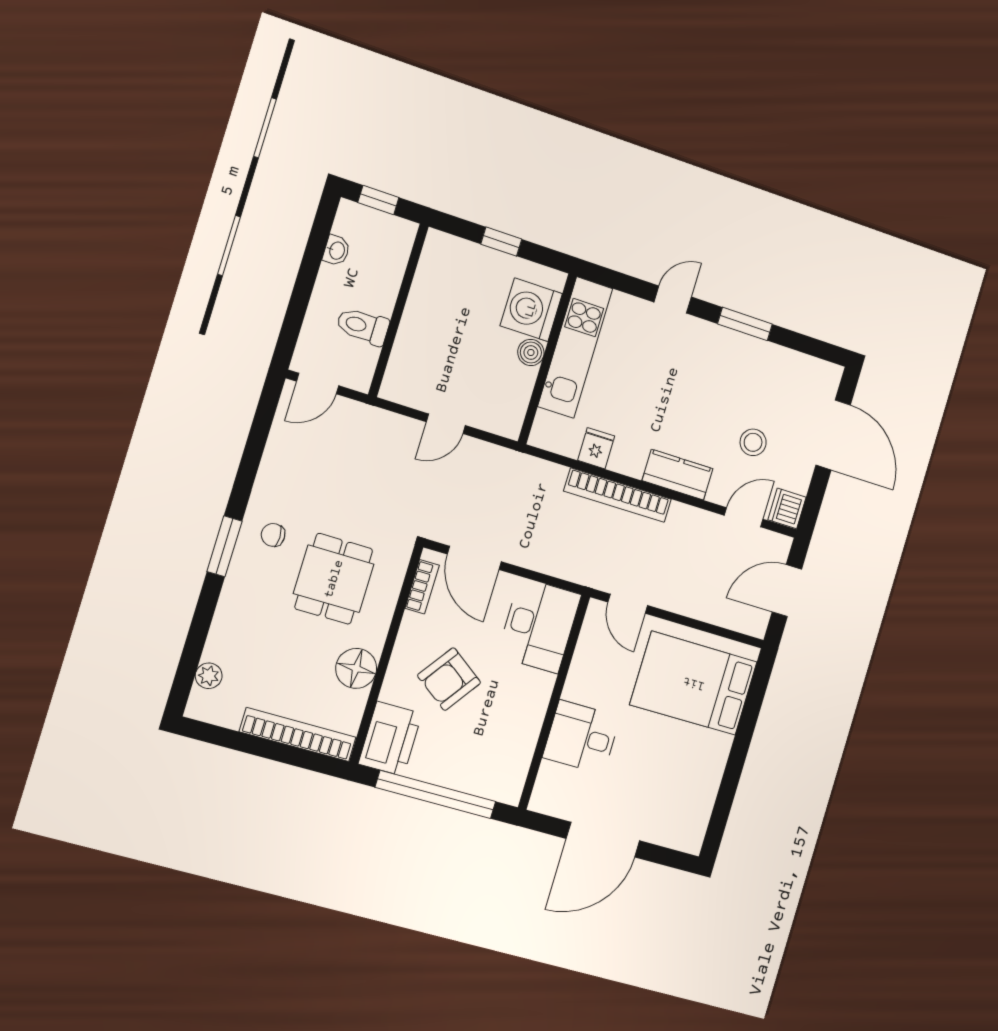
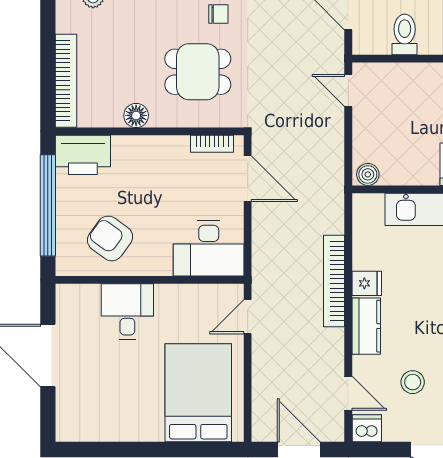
boiler: (531, 352) -> (368, 174), moved
door: (446, 424) -> (348, 90), moved
fridge: (596, 448) -> (367, 283), moved
chair: (273, 535) -> (218, 14), turned 90
door: (474, 558) -> (248, 179), swing flipped
floor lamp: (356, 668) -> (136, 115), width x0.73, depth x0.73
armchair: (449, 679) -> (110, 238), moved

